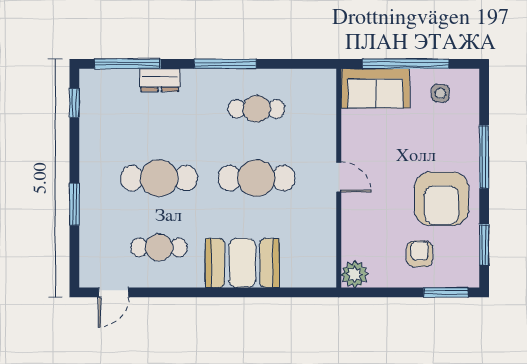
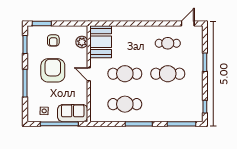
dresser: (160, 80) -> (167, 117), removed
cafe table: (257, 109) -> (125, 104), width x1.37, depth x1.35
armchair: (442, 199) -> (53, 70), moved
booth: (242, 263) -> (101, 42), moved, turned 90
plant: (355, 274) -> (82, 42), moved

